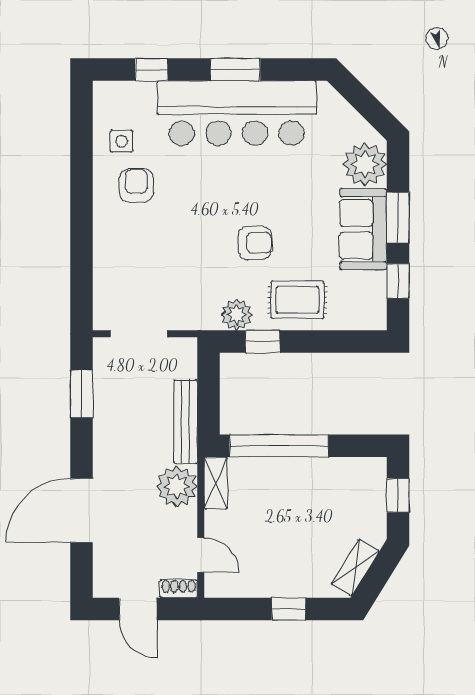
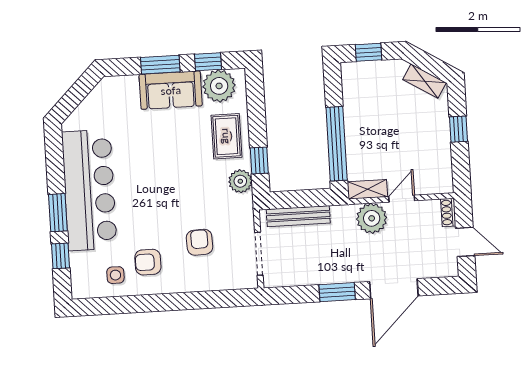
window: (235, 70) -> (58, 213), moved
plant: (365, 164) -> (219, 86), moved
armchair: (255, 243) -> (200, 242), moved
window: (81, 394) -> (337, 292), moved
bench: (186, 422) -> (298, 216), moved
door: (81, 510) -> (394, 289), hinge flipped
door: (201, 555) -> (402, 199), moved
door: (138, 609) -> (465, 242), hinge flipped

